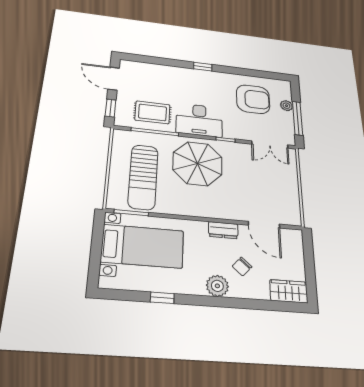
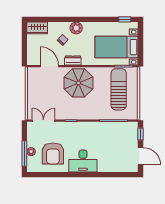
window: (203, 67) -> (85, 175), removed
armchair: (253, 99) -> (53, 153), turned -90
rug: (153, 112) -> (116, 134), removed
window: (298, 118) -> (24, 153), moved
desk: (199, 120) -> (83, 161), moved, turned 180
parasol: (198, 164) -> (78, 83), moved
window: (162, 298) -> (125, 19), moved

